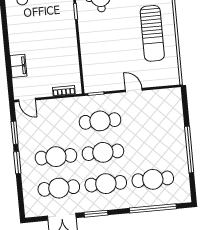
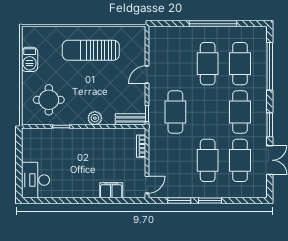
sun lounger: (152, 33) -> (91, 50), turned 180
plant: (87, 43) -> (95, 118), added
bench: (89, 78) -> (130, 119), added
cafe table: (103, 152) -> (208, 64), moved

